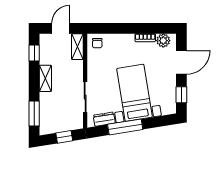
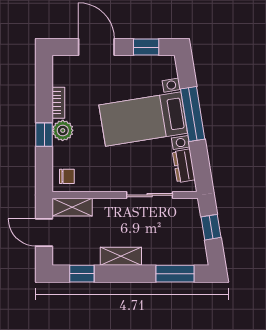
window: (124, 28) -> (44, 135), added
plant: (163, 41) -> (63, 130), moved
window: (125, 127) -> (193, 114), moved

